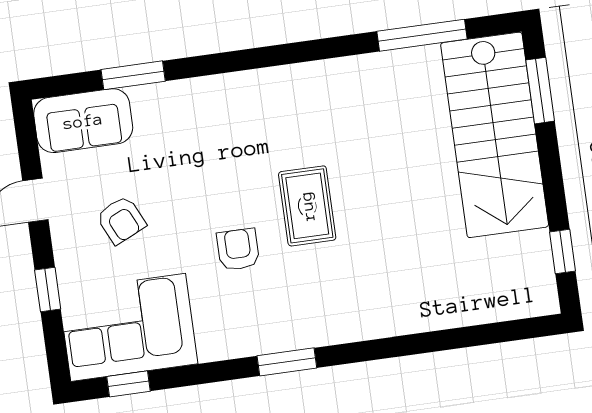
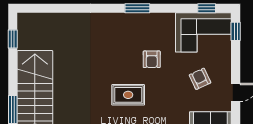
rug: (307, 206) -> (128, 95), moved, turned 90
window: (48, 290) -> (236, 31), moved

